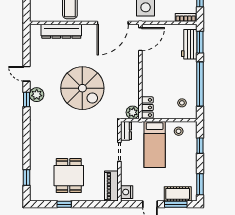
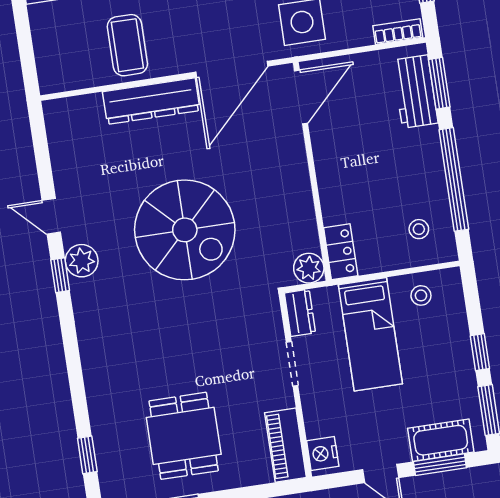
dresser: (61, 31) -> (151, 101), moved
window: (200, 146) -> (480, 352), moved

